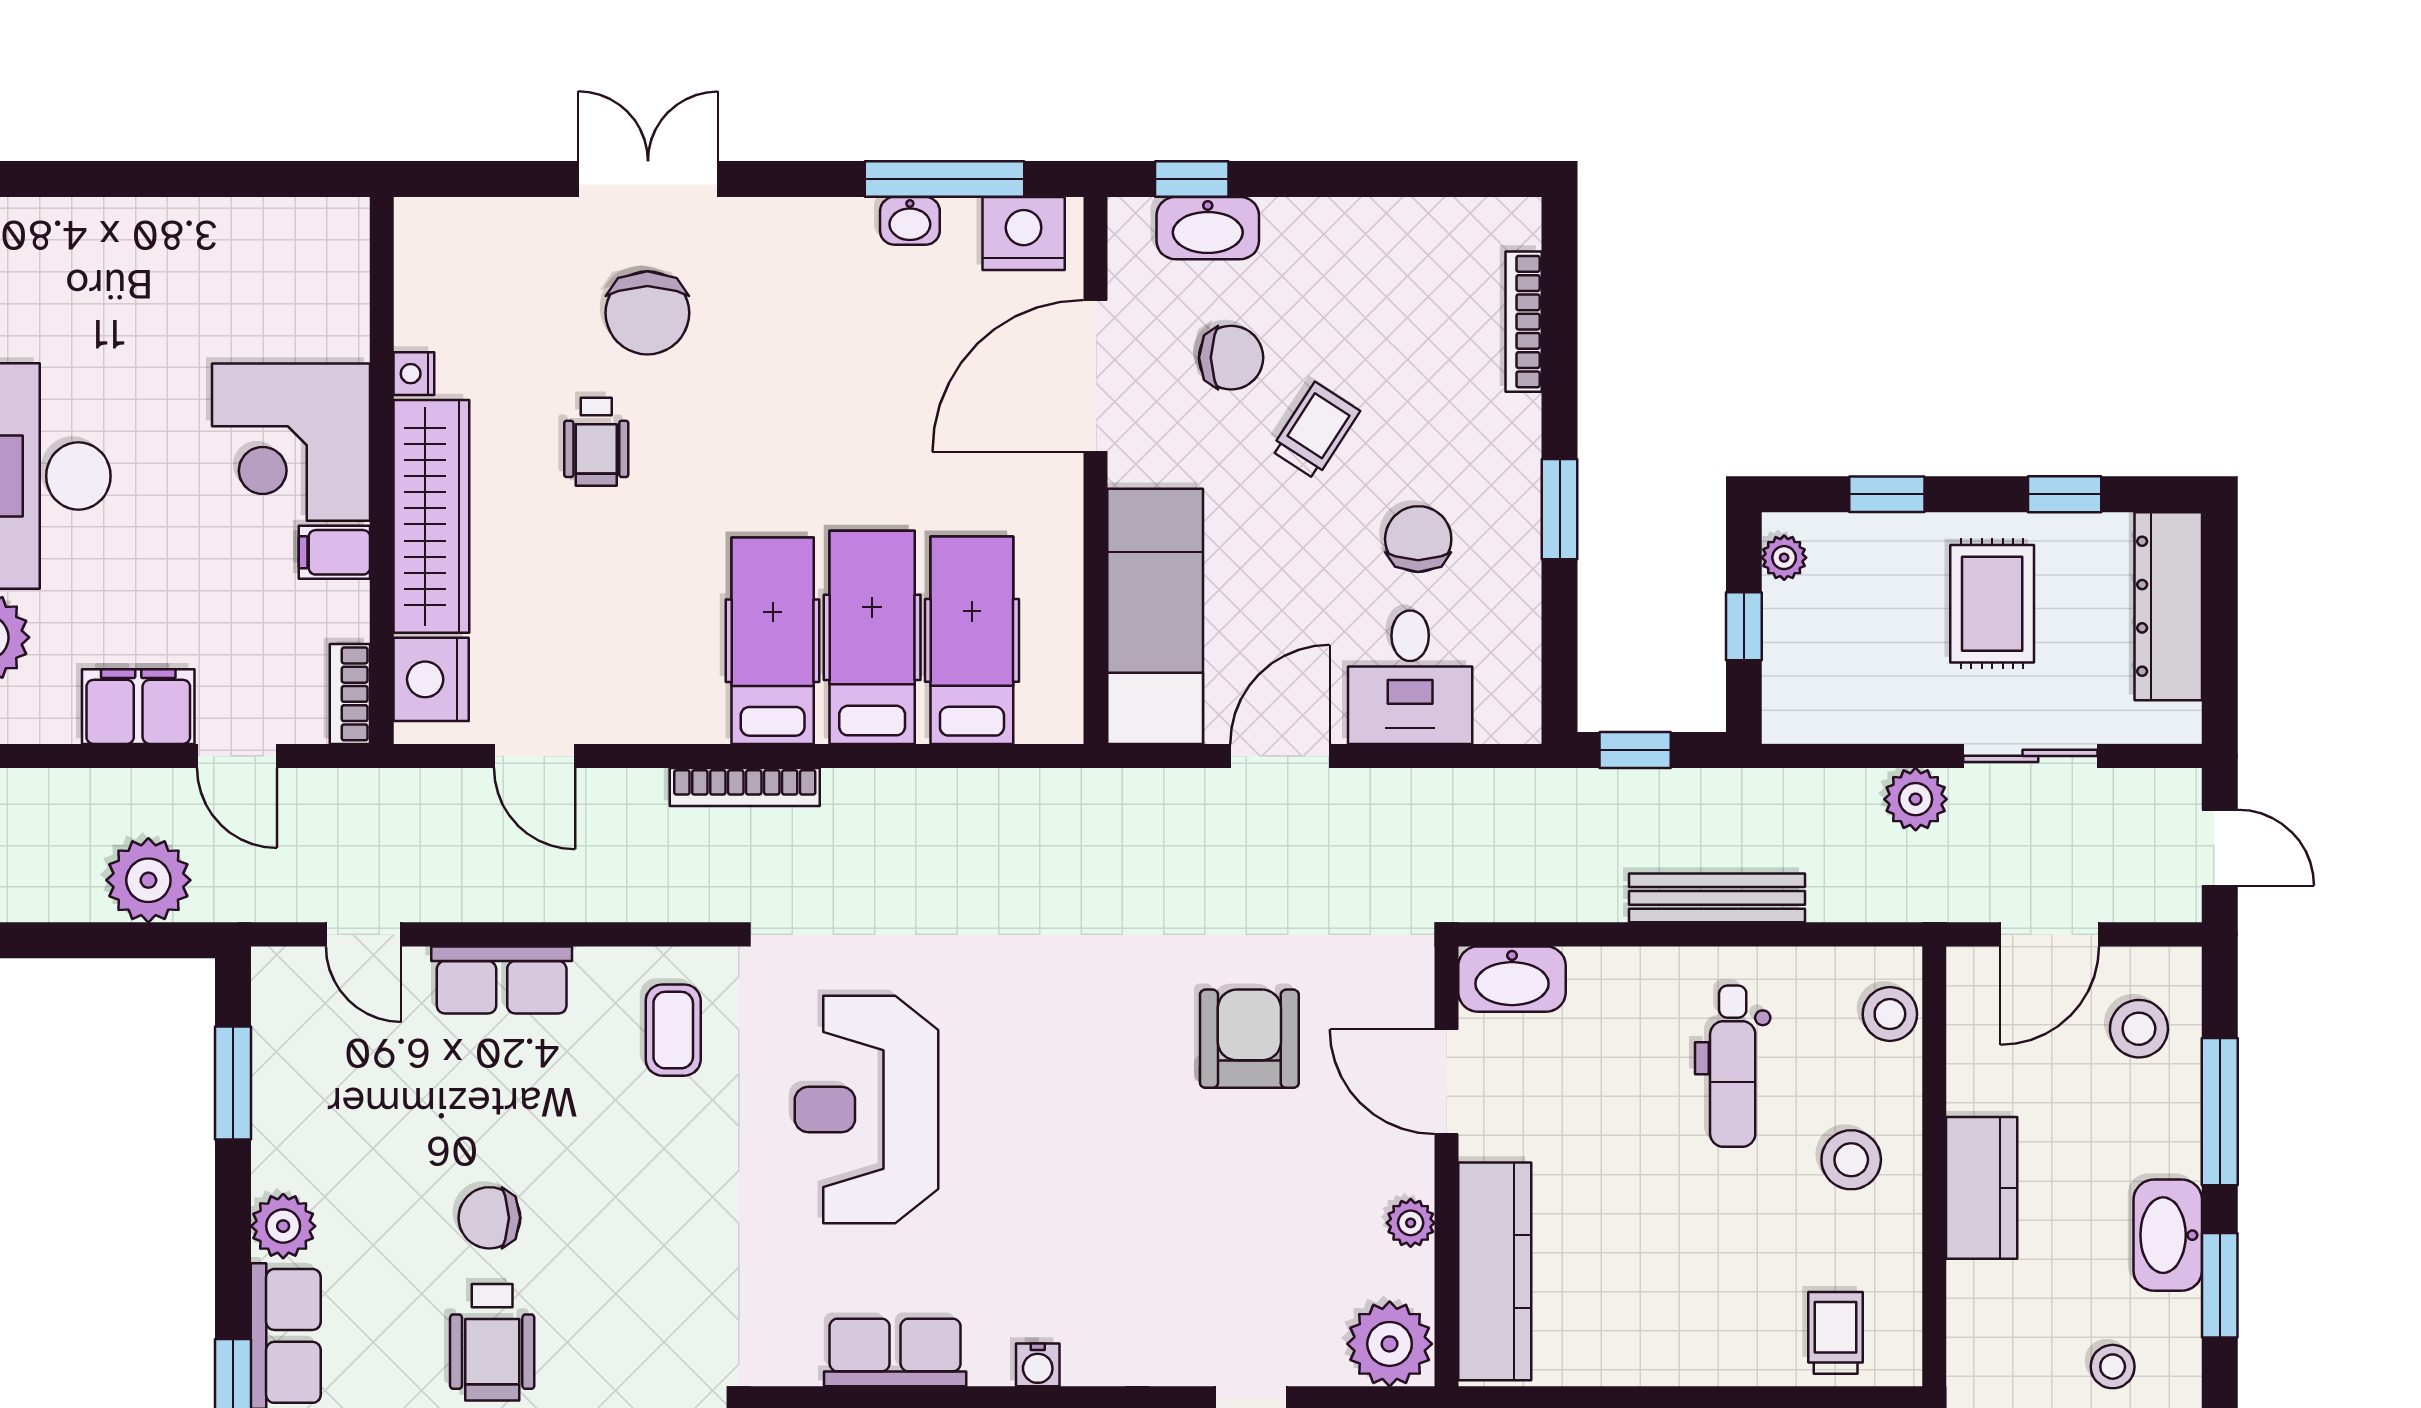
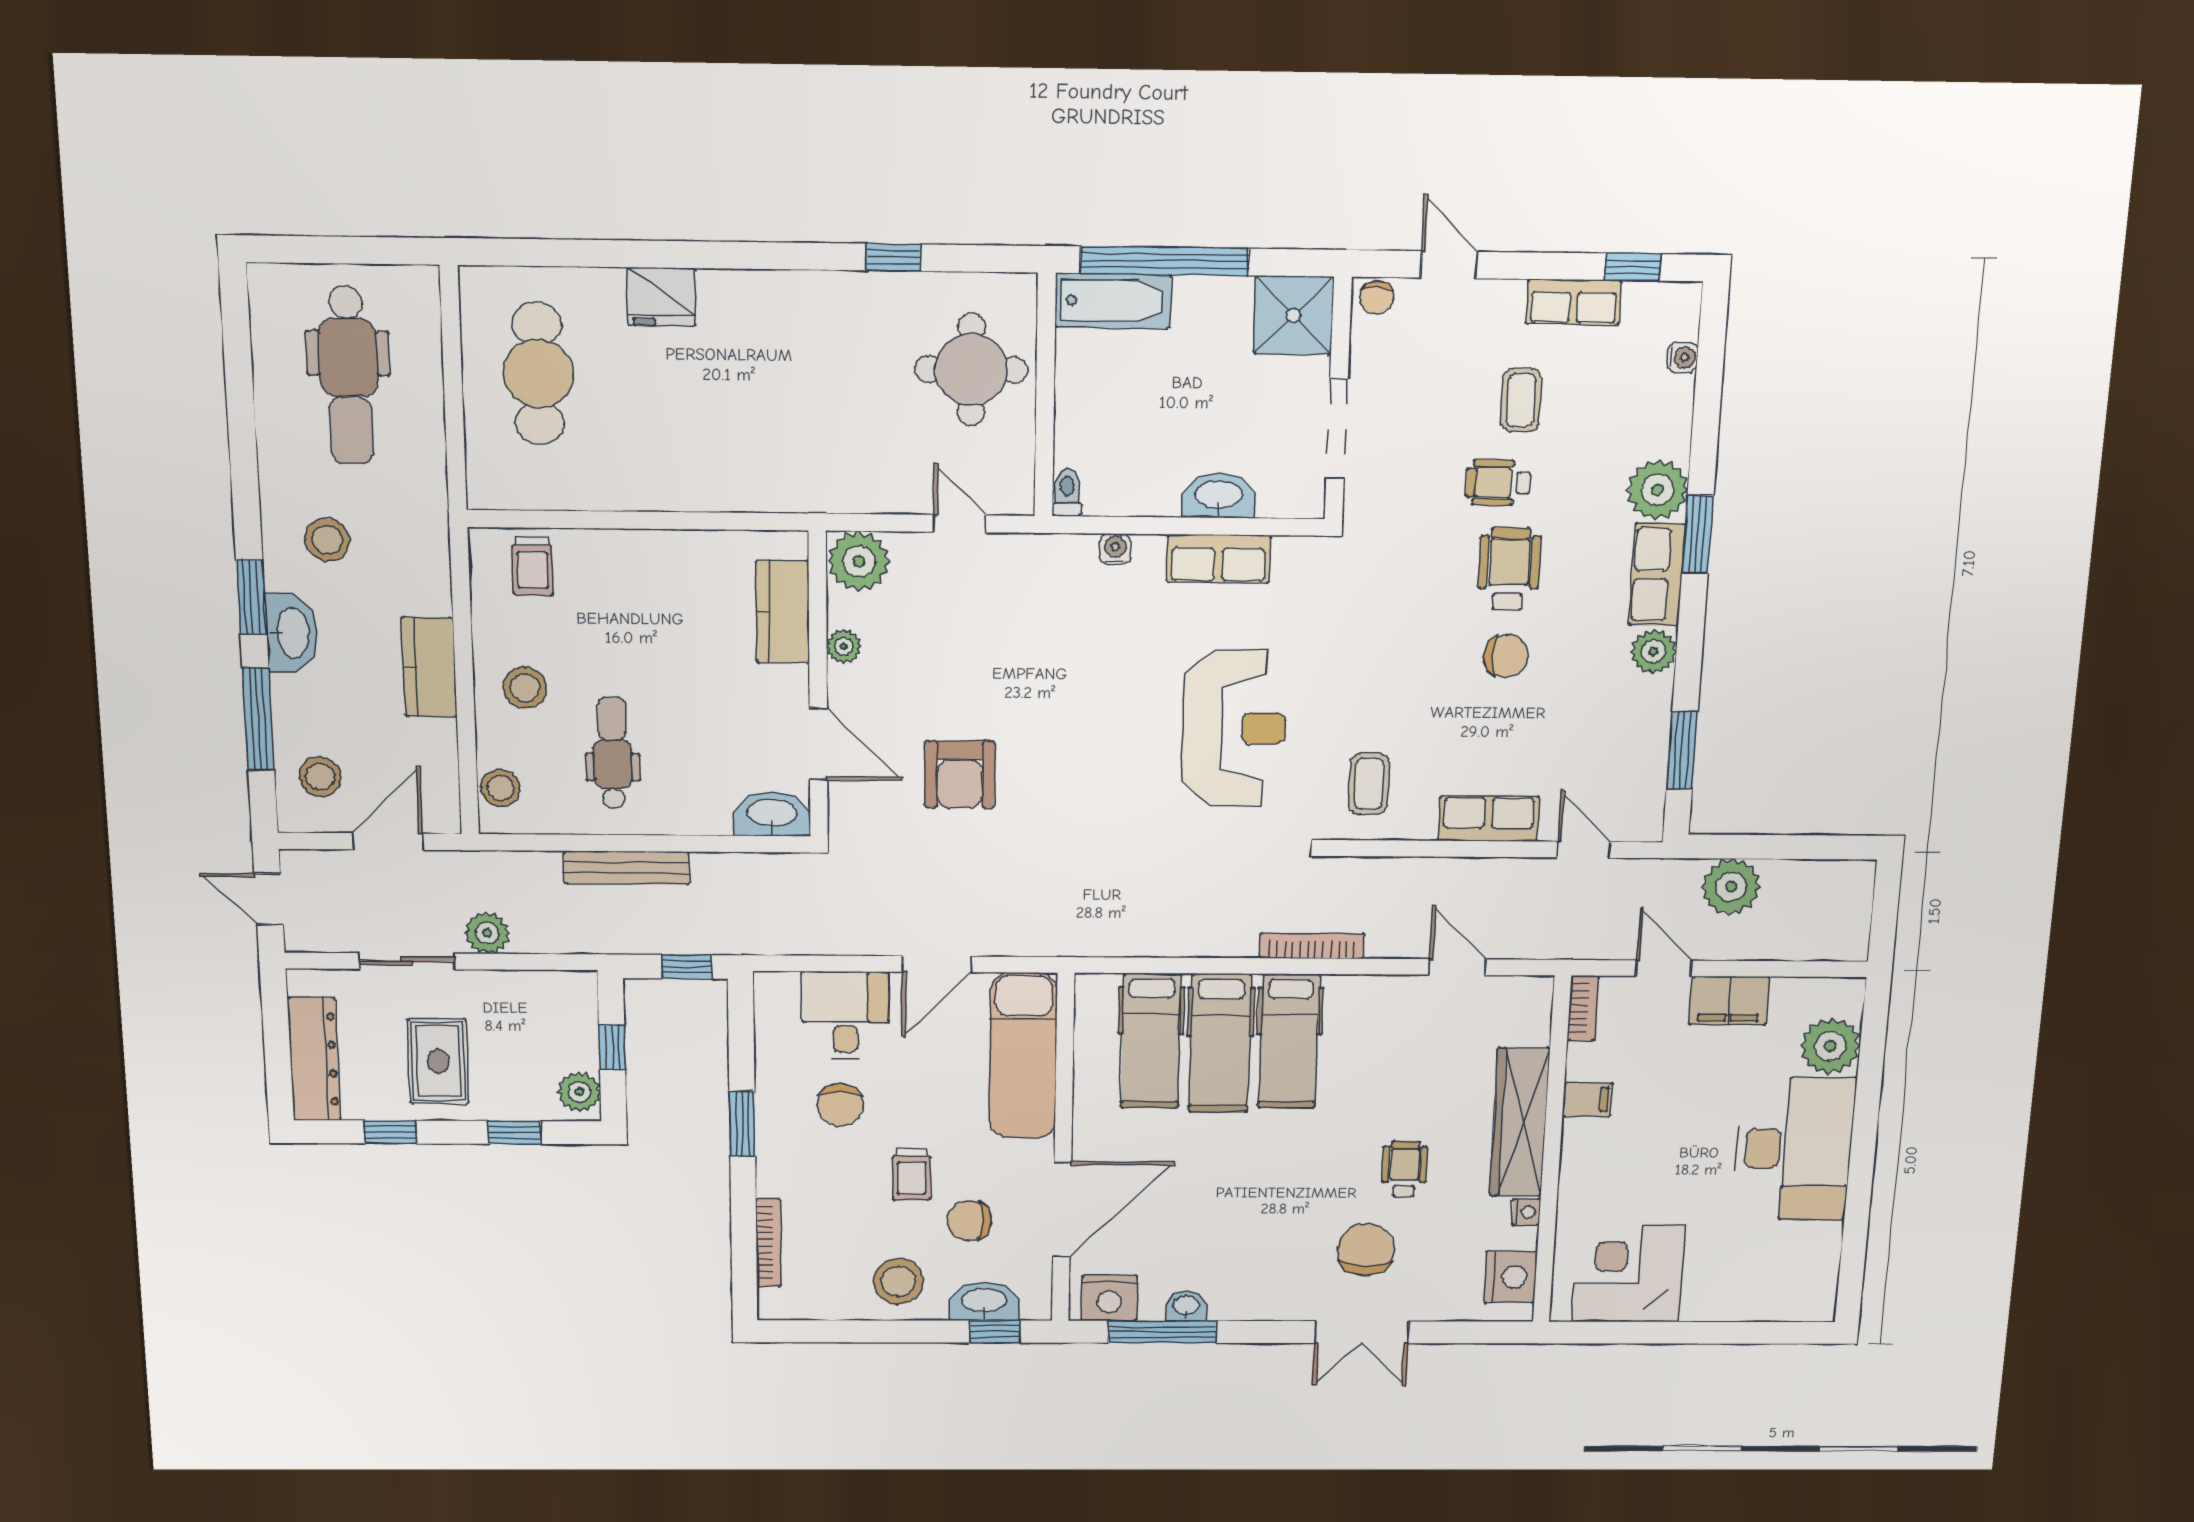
stool: (1334, 260) -> (898, 1281), added
trolley: (1315, 431) -> (911, 1174), turned -33
corner desk: (291, 442) -> (1628, 1273), moved, turned -90
plant: (1784, 558) -> (579, 1092), width x1.38, depth x1.38
nightstand: (431, 679) -> (1511, 1277), moved
kitchen counter: (1495, 1271) -> (782, 612), width x0.67
stool: (2113, 1367) -> (327, 540), width x1.37, depth x1.37

